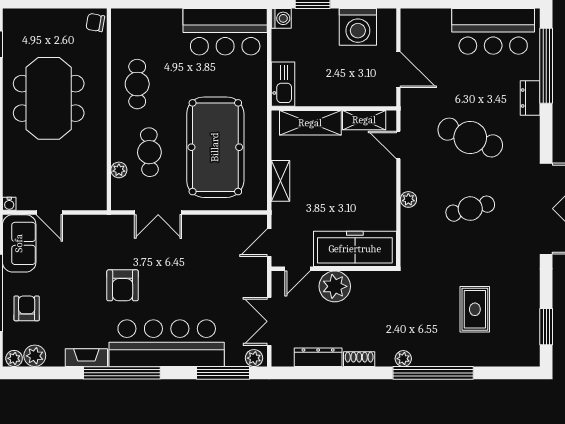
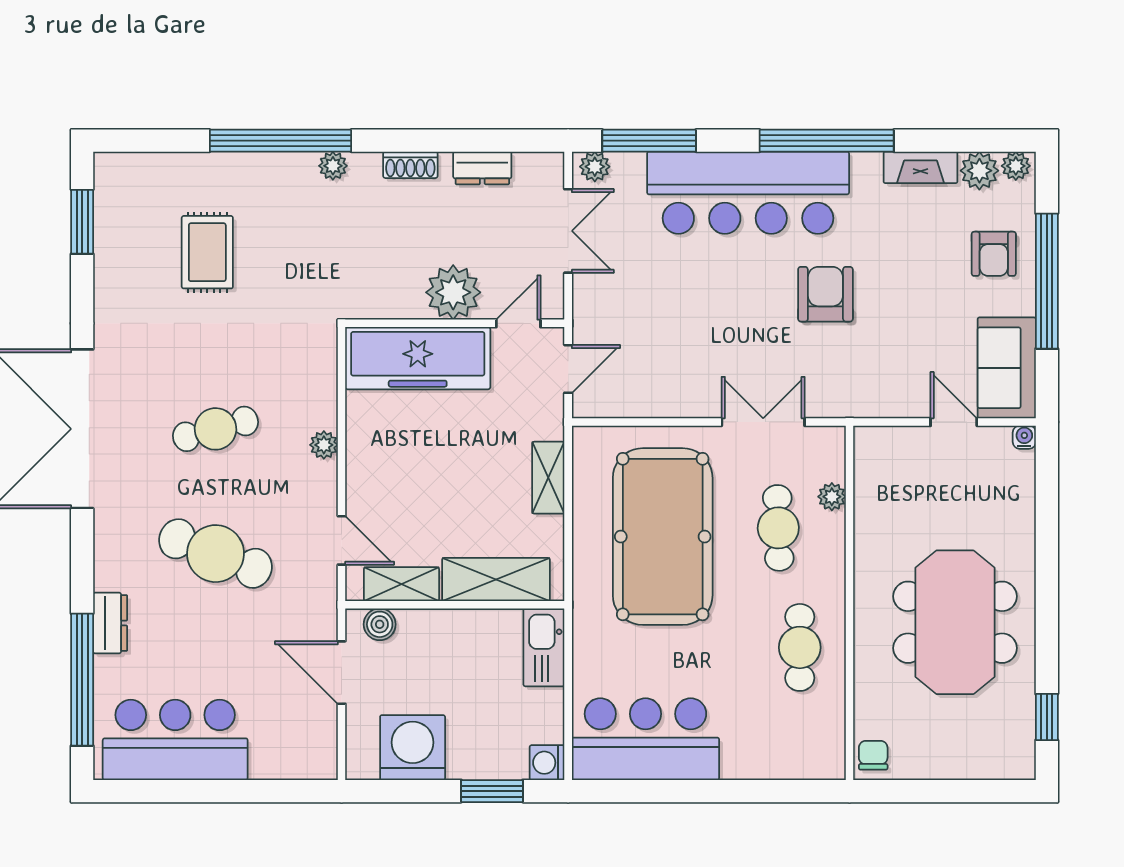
chair: (95, 23) -> (873, 755), turned -100
boiler: (377, 97) -> (380, 624), added
dresser: (318, 357) -> (482, 168), width x0.70
fireplace: (86, 358) -> (920, 167), moved

